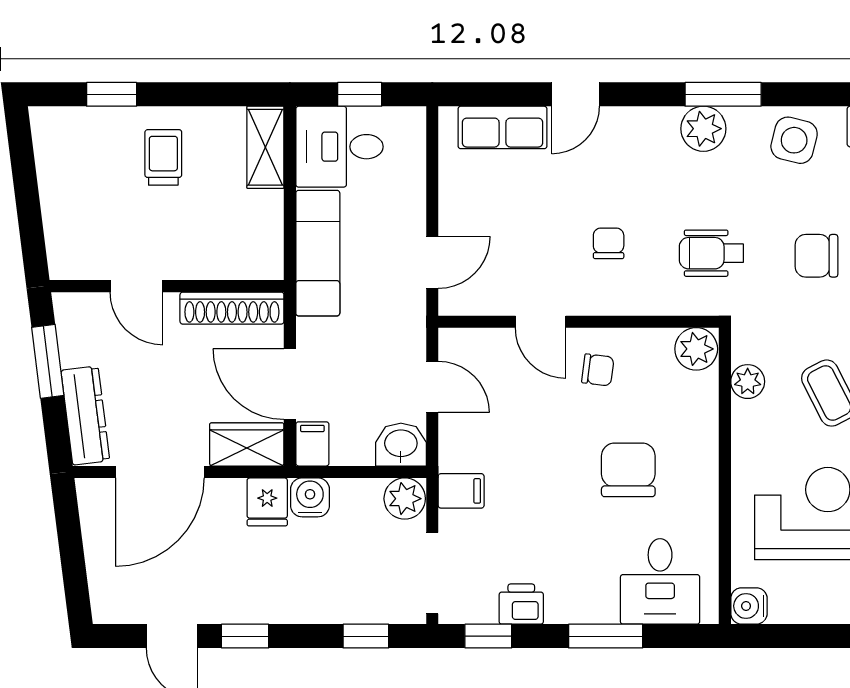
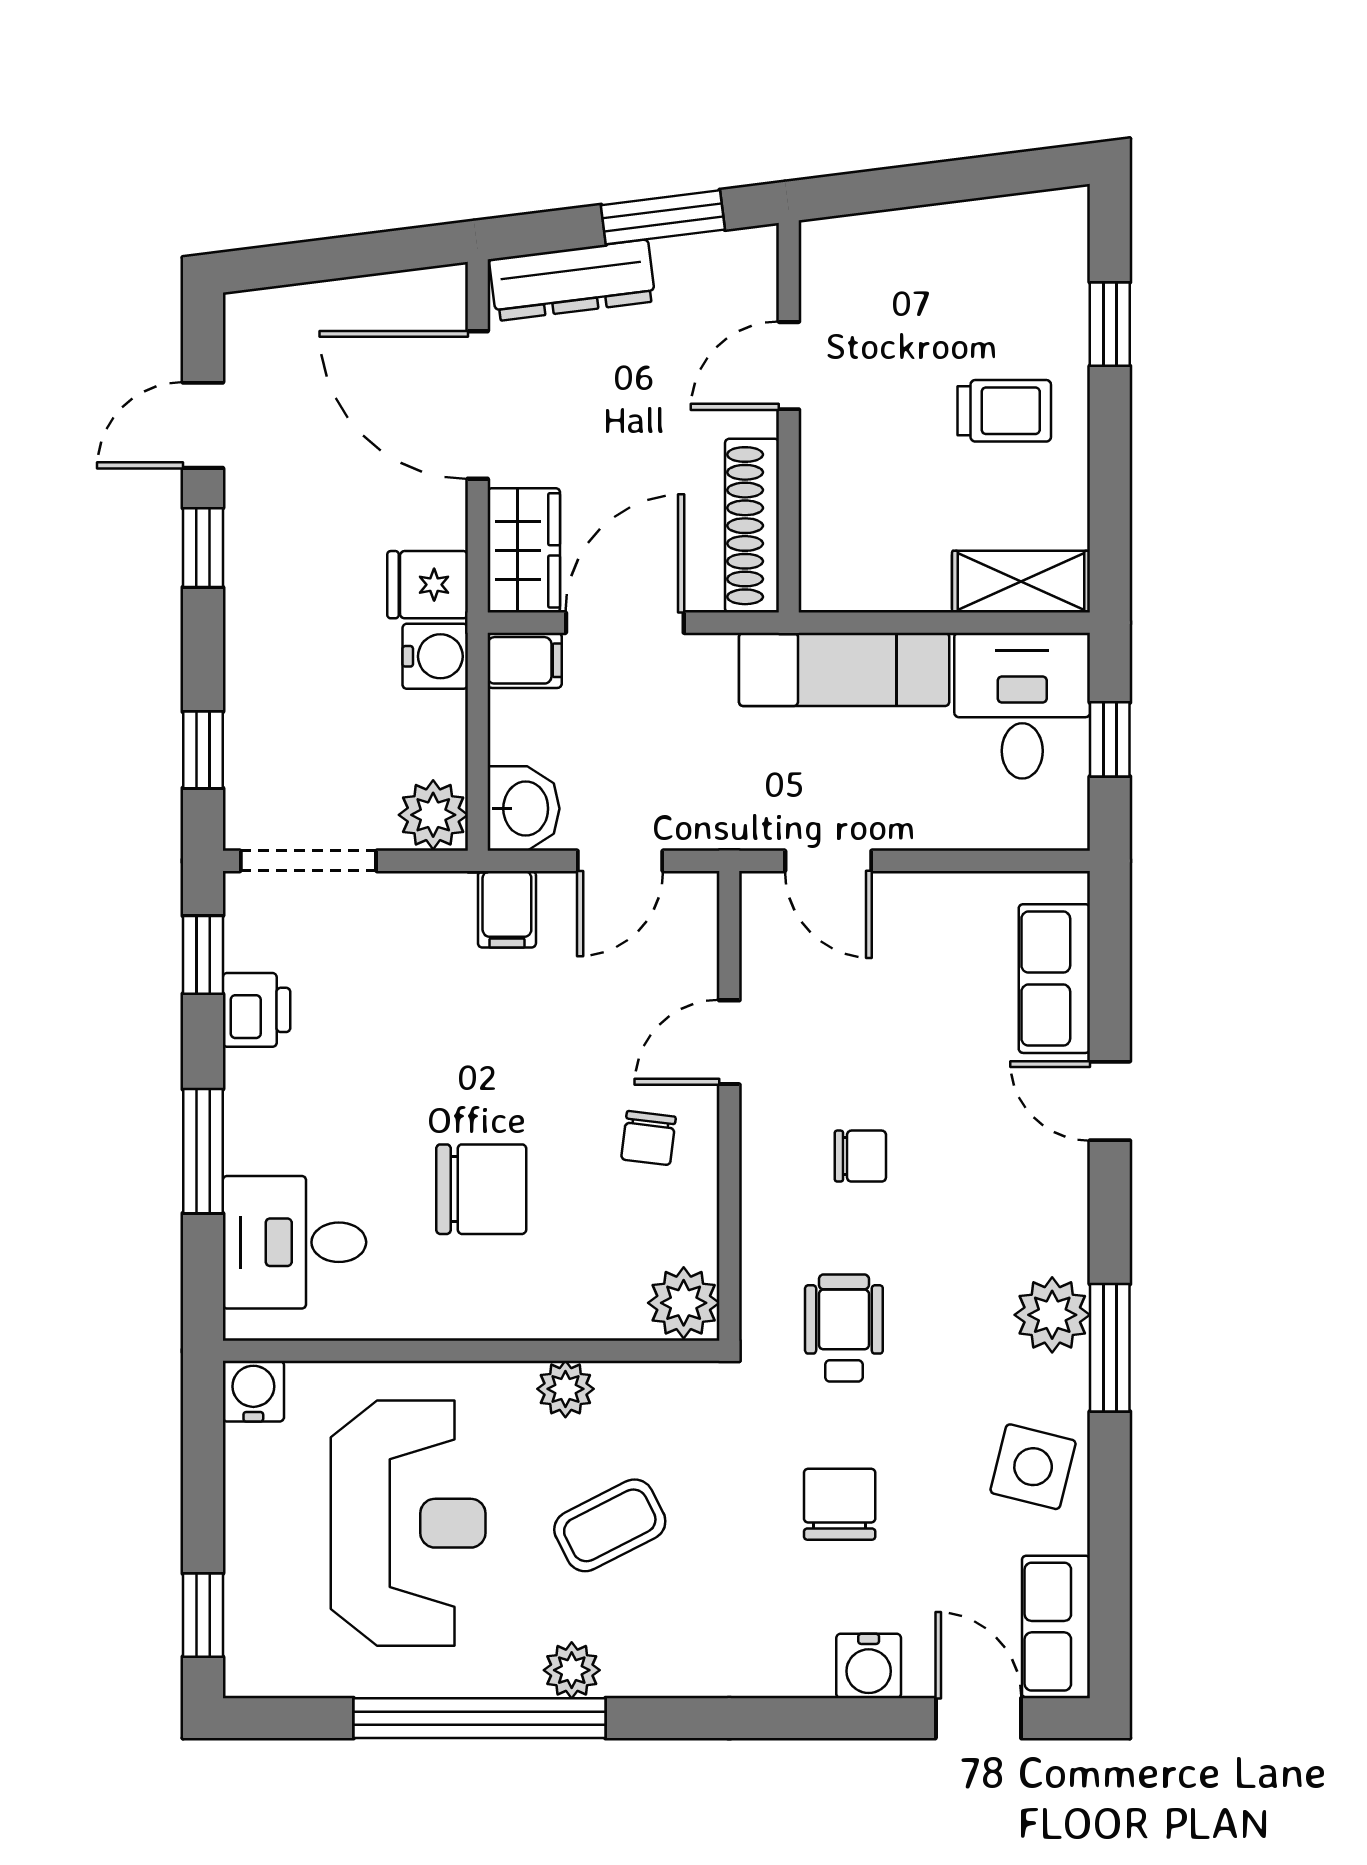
plant: (748, 382) -> (565, 1389), moved
filing cabinet: (461, 491) -> (507, 909), moved

